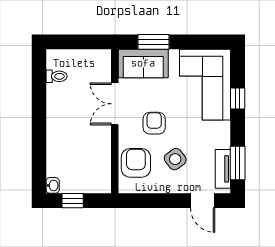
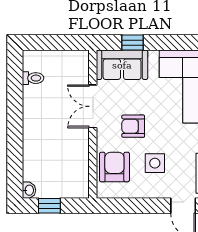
window: (153, 42) -> (132, 43), width x0.67
armchair: (154, 123) -> (133, 126), turned -90
side table: (175, 159) -> (155, 163), turned 37

